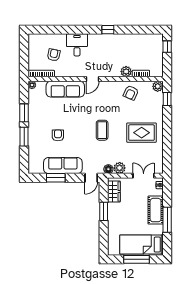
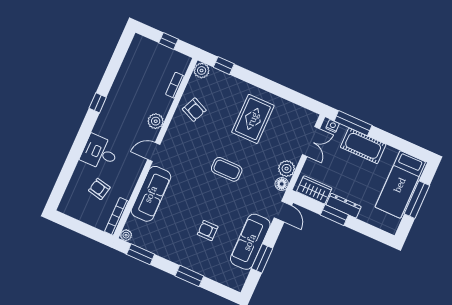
window: (167, 47) -> (168, 41), moved
plant: (126, 72) -> (156, 121), moved
door: (93, 79) -> (154, 152), swing flipped
window: (24, 113) -> (141, 254), moved
double door: (144, 176) -> (311, 142), swing flipped
dresser: (112, 215) -> (344, 206), added
window: (167, 220) -> (353, 123), moved

